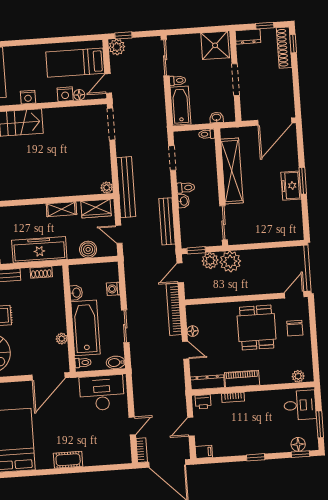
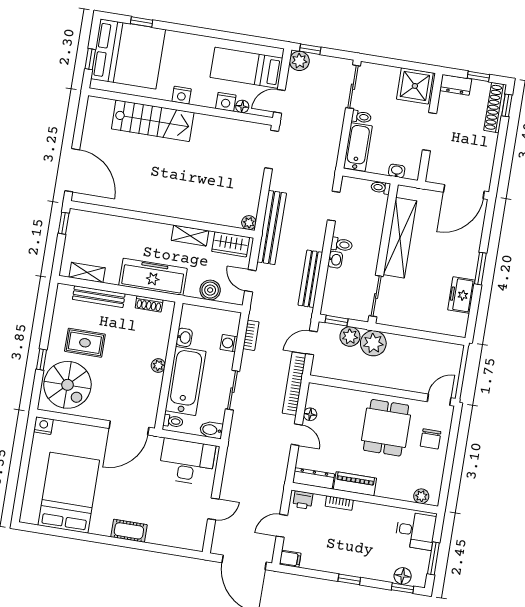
freezer: (291, 186) -> (461, 295), moved
plant: (62, 339) -> (158, 365), moved
bookcase: (142, 450) -> (251, 335), moved

